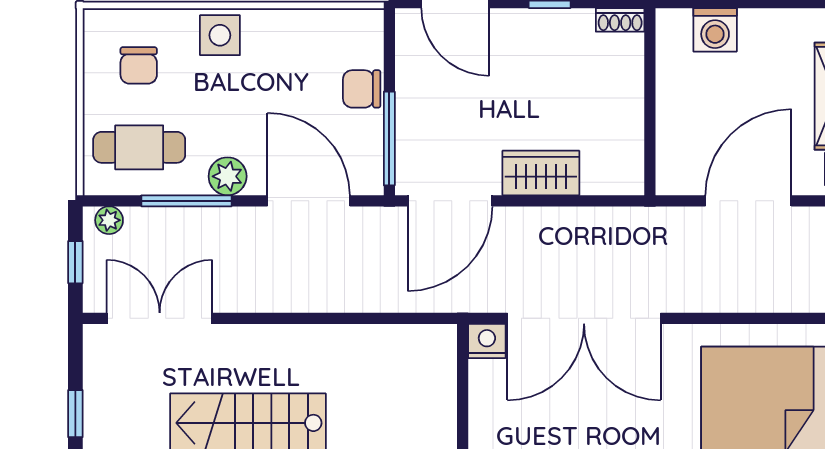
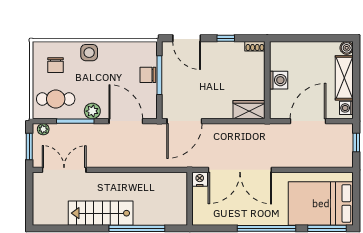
washing machine: (715, 30) -> (279, 80), moved, turned -90
window: (389, 138) -> (159, 75), moved
wardrobe: (541, 173) -> (249, 110), moved
window: (75, 262) -> (29, 147), width x1.50
window: (75, 414) -> (29, 209), removed

